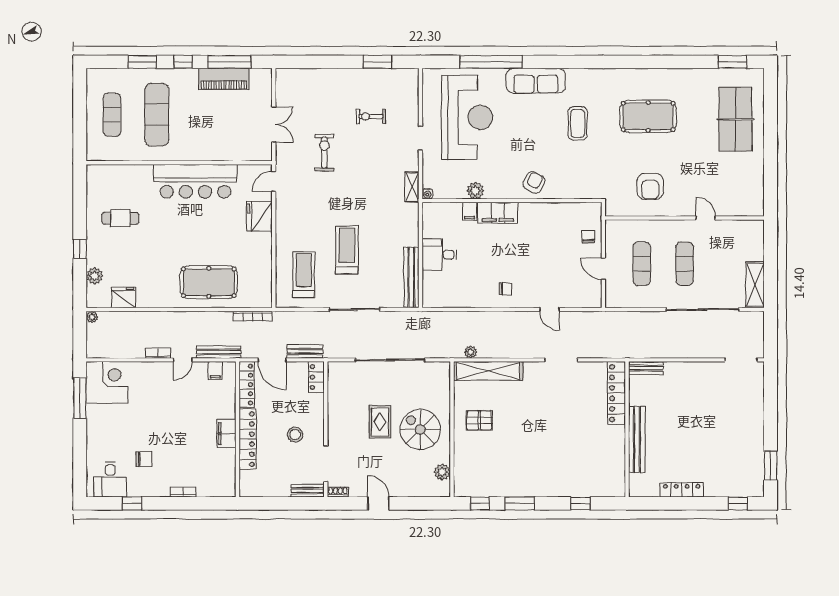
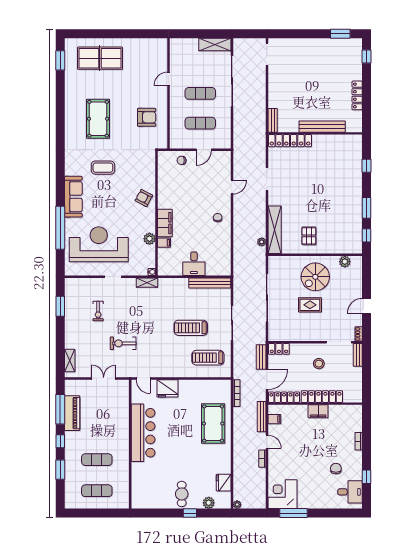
shelving: (300, 76) -> (70, 361), added
exercise mat: (157, 115) -> (97, 460), width x0.73, depth x0.69
cafe table: (120, 218) -> (182, 494), moved

